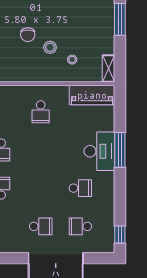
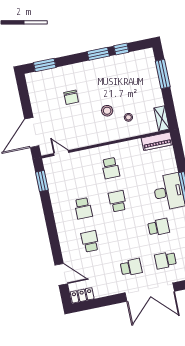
chair: (28, 35) -> (71, 97), moved
piano: (92, 95) -> (157, 141), width x0.73, depth x0.75
school desk: (41, 150) -> (117, 201), added

